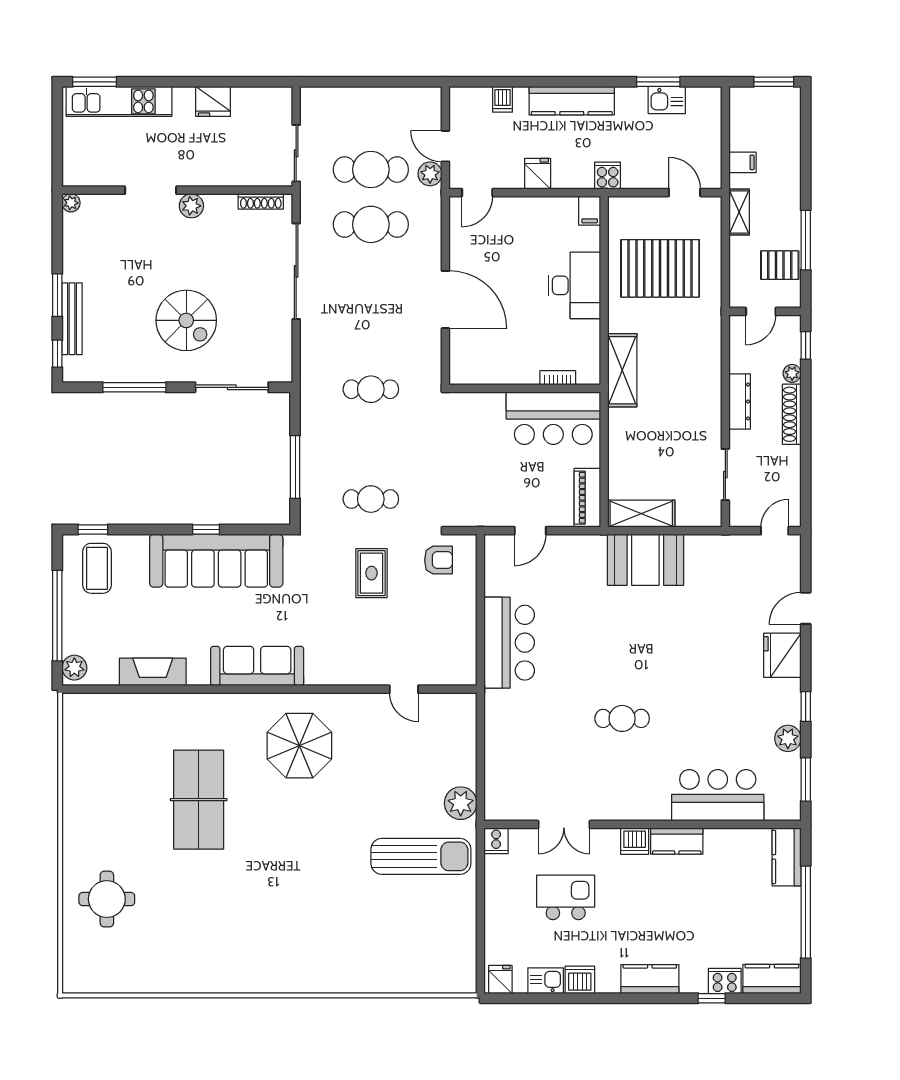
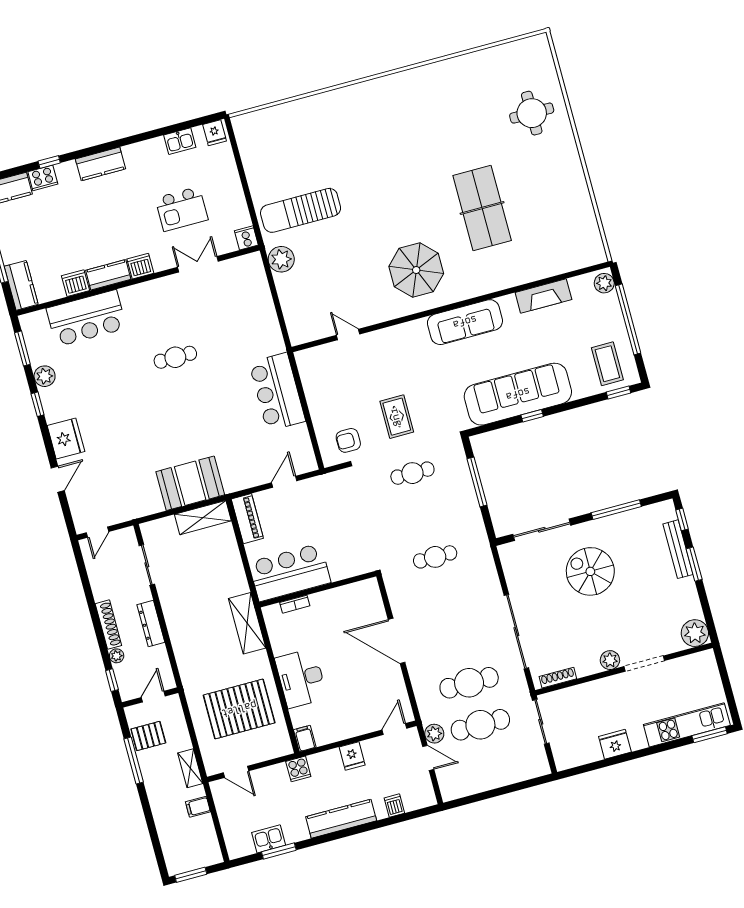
plant: (71, 203) -> (695, 633), width x1.88, depth x1.88
dishwasher: (580, 980) -> (76, 283), moved, turned 180

